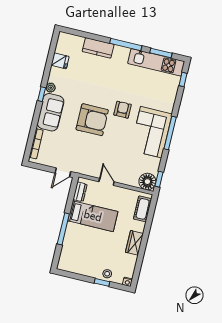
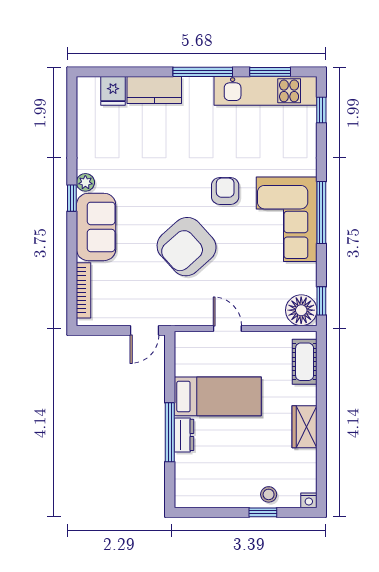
fridge: (60, 61) -> (113, 91), moved, turned 90
armchair: (92, 120) -> (187, 247), moved, turned 138
dresser: (80, 192) -> (184, 435), moved

